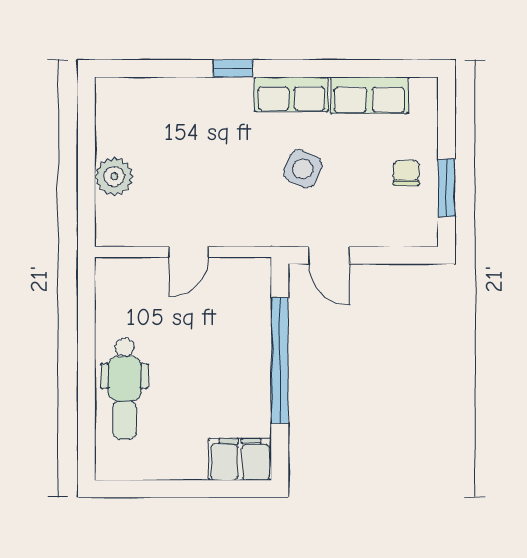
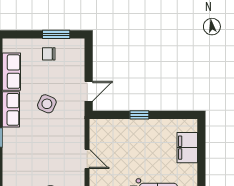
window: (280, 360) -> (139, 115), width x0.32
filing cabinet: (240, 459) -> (187, 148), moved

